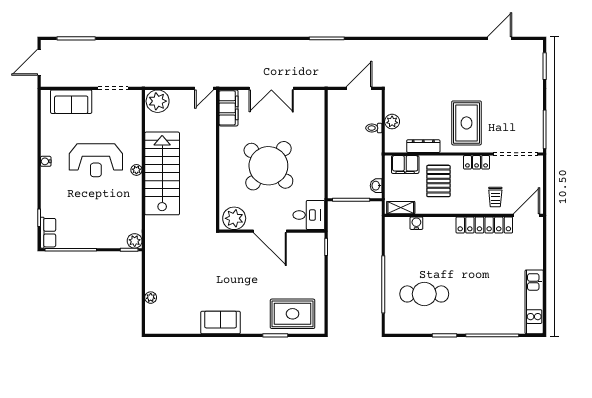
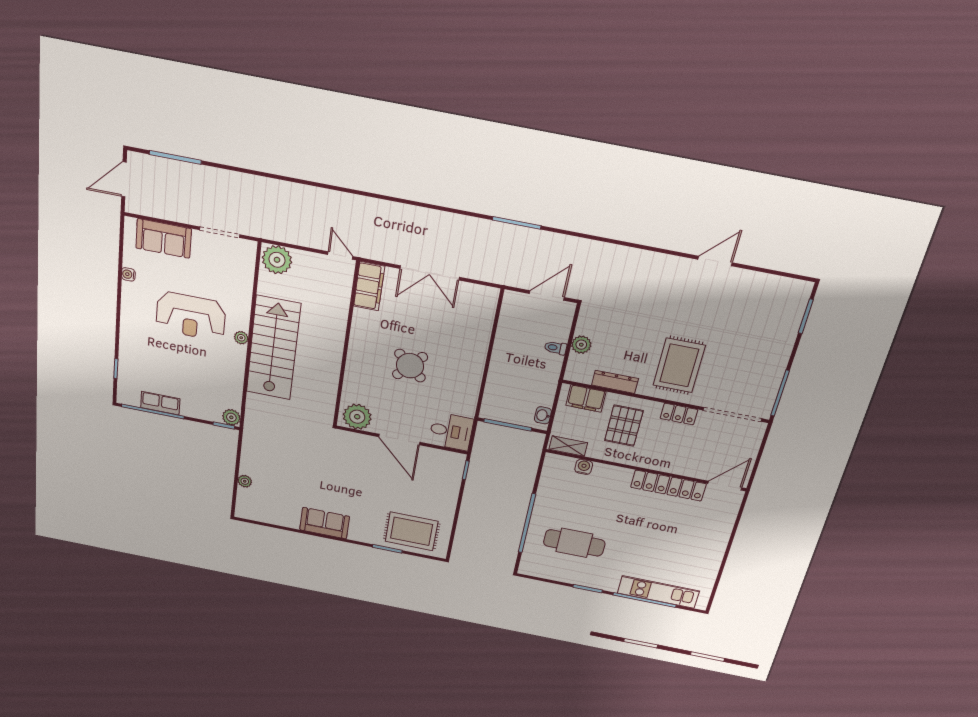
door: (500, 38) -> (715, 261), moved
door: (204, 88) -> (340, 256), swing flipped
water cooler: (46, 161) -> (128, 274), moved
round table: (268, 166) -> (410, 366), width x0.54, depth x0.54
trolley: (495, 197) -> (691, 458), removed
row of seats: (48, 233) -> (160, 403), moved, turned -90
kitchen unit: (534, 302) -> (658, 592), moved, turned 90

